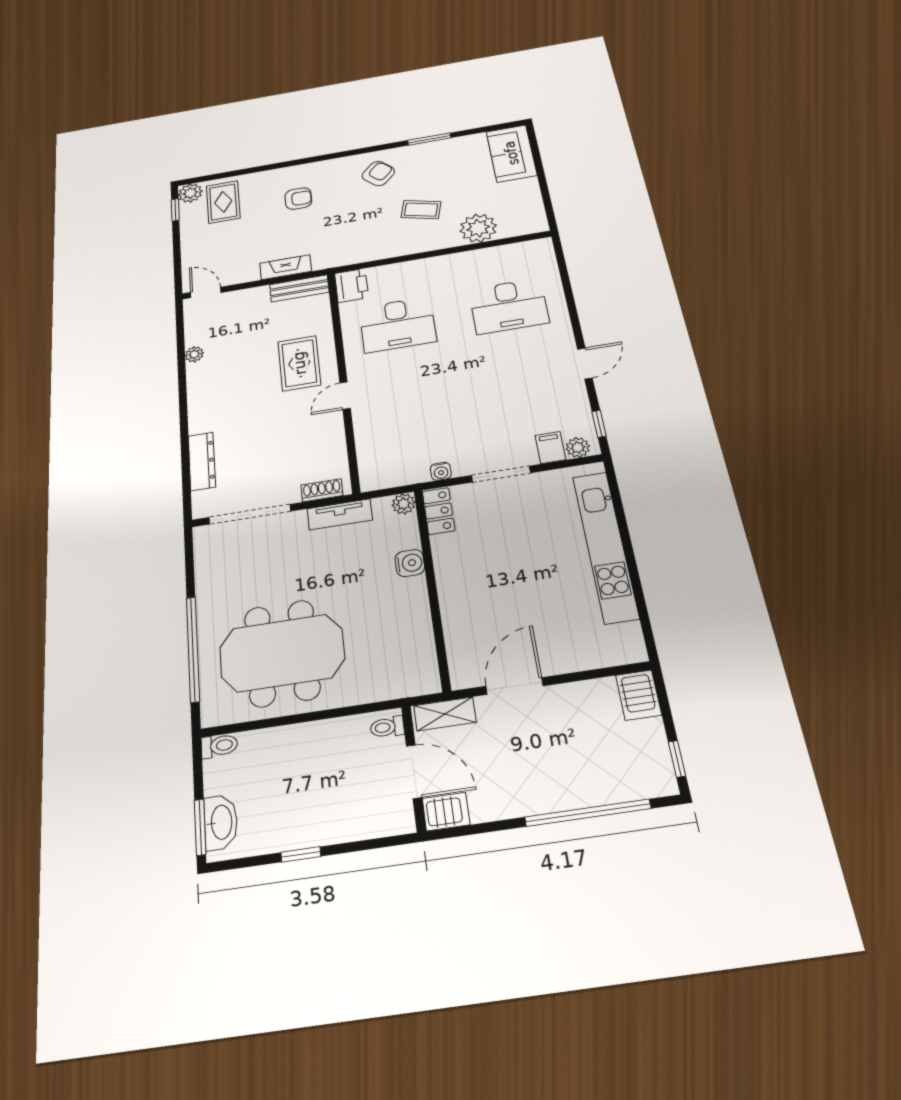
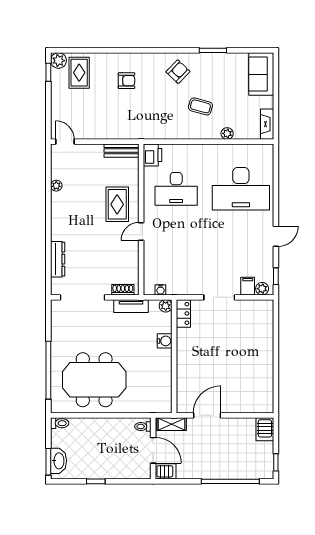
plant: (478, 228) -> (227, 133), width x0.53, depth x0.53
fireplace: (286, 267) -> (267, 124), moved, turned -90
desk: (509, 306) -> (241, 189), width x1.36, depth x1.30
water cooler: (441, 471) -> (160, 290), moved
kitchen unit: (605, 546) -> (265, 349), removed

